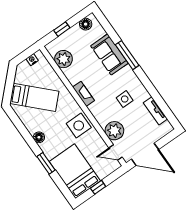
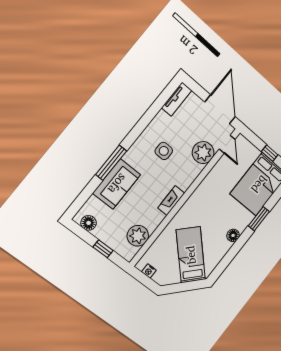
tv unit: (155, 111) -> (177, 99), moved
side table: (79, 126) -> (208, 195), removed

